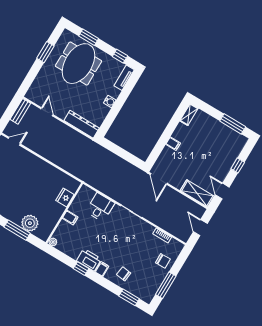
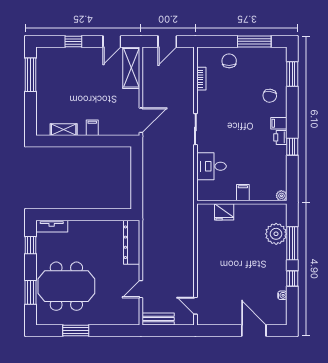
water cooler: (110, 102) -> (88, 226), removed
shelving: (189, 115) -> (64, 130), moved
printer: (89, 260) -> (280, 137), width x0.53, depth x0.68

